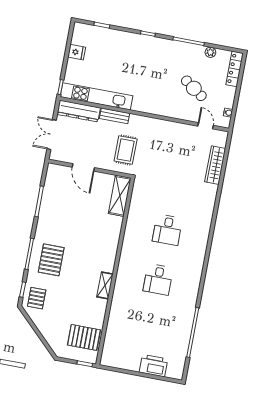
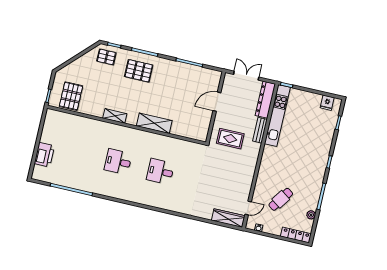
fridge: (77, 52) -> (327, 103), moved
wardrobe: (215, 165) -> (228, 218), moved
shelving: (120, 196) -> (154, 123), moved

